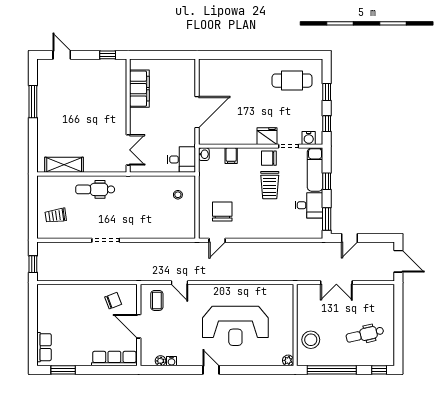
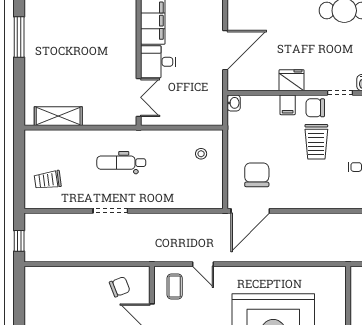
fridge: (267, 136) -> (292, 80), moved
filing cabinet: (231, 156) -> (288, 105), moved
desk: (182, 159) -> (158, 62), moved, turned 180
dental chair: (95, 189) -> (121, 163), moved
door: (217, 240) -> (250, 211), width x1.88

